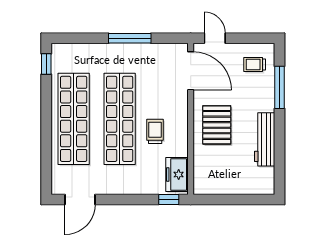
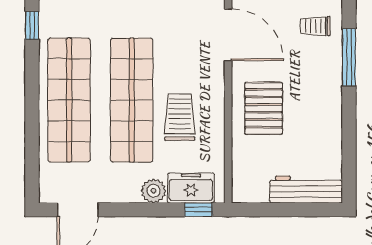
trolley: (155, 131) -> (180, 117), width x1.36, depth x1.39
workbench: (265, 139) -> (306, 189), moved, turned 90
freezer: (177, 175) -> (191, 188), moved, turned 90
plant: (136, 186) -> (153, 191), added

